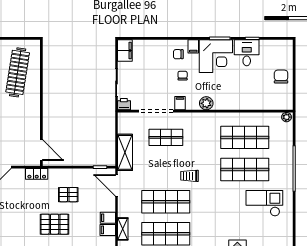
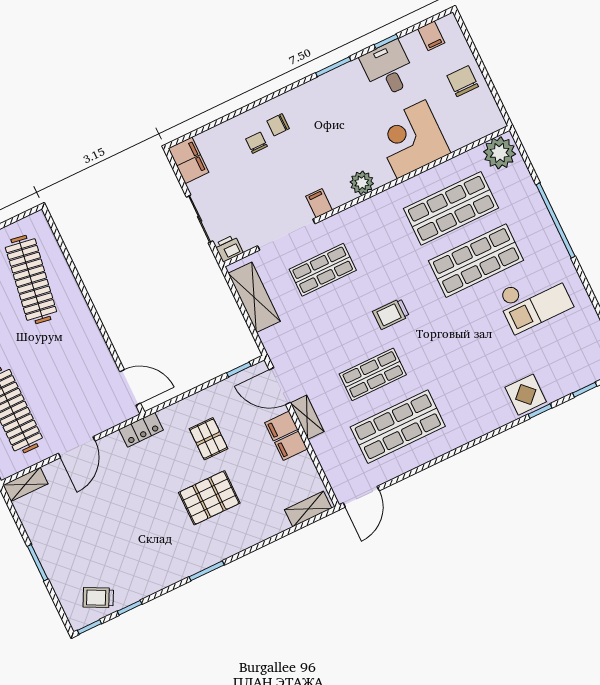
filing cabinet: (193, 46) -> (431, 36), moved
corner desk: (216, 56) -> (411, 139), moved, turned 180
chair: (183, 76) -> (257, 143), moved
plant: (286, 117) -> (500, 153), width x1.87, depth x1.87
shelving: (125, 152) -> (254, 297), moved
pallet: (68, 195) -> (209, 439), turned 90
shop shelf: (166, 202) -> (373, 374), width x0.70, depth x0.74
checkout: (264, 203) -> (534, 300), turned 180
shelving: (123, 229) -> (307, 417), moved
filing cabinet: (108, 230) -> (281, 426), moved

